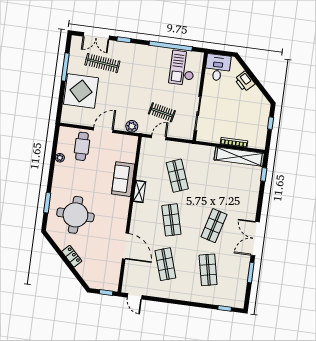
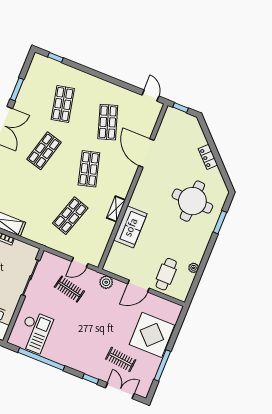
clothes rail: (102, 63) -> (121, 359), width x0.73
shop shelf: (177, 176) -> (70, 216), turned 39

